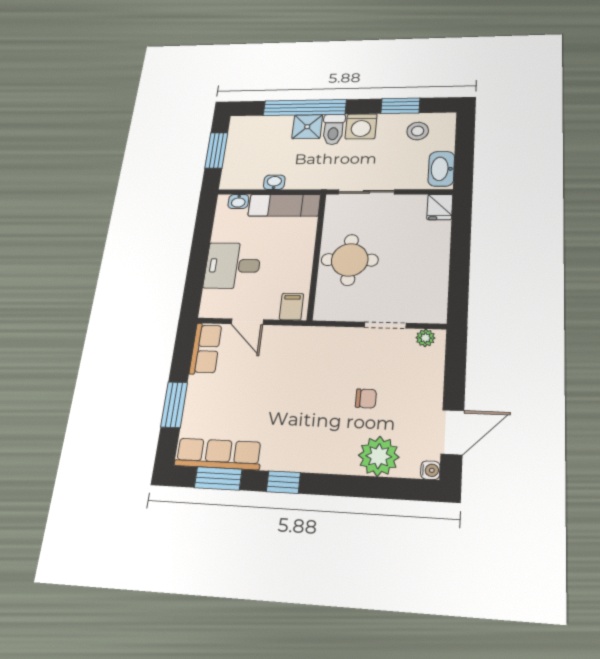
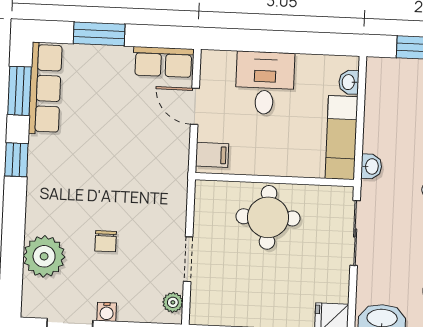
washbasin: (274, 182) -> (371, 166), moved
door: (247, 322) -> (195, 106), hinge flipped
water cooler: (430, 470) -> (107, 312), moved

